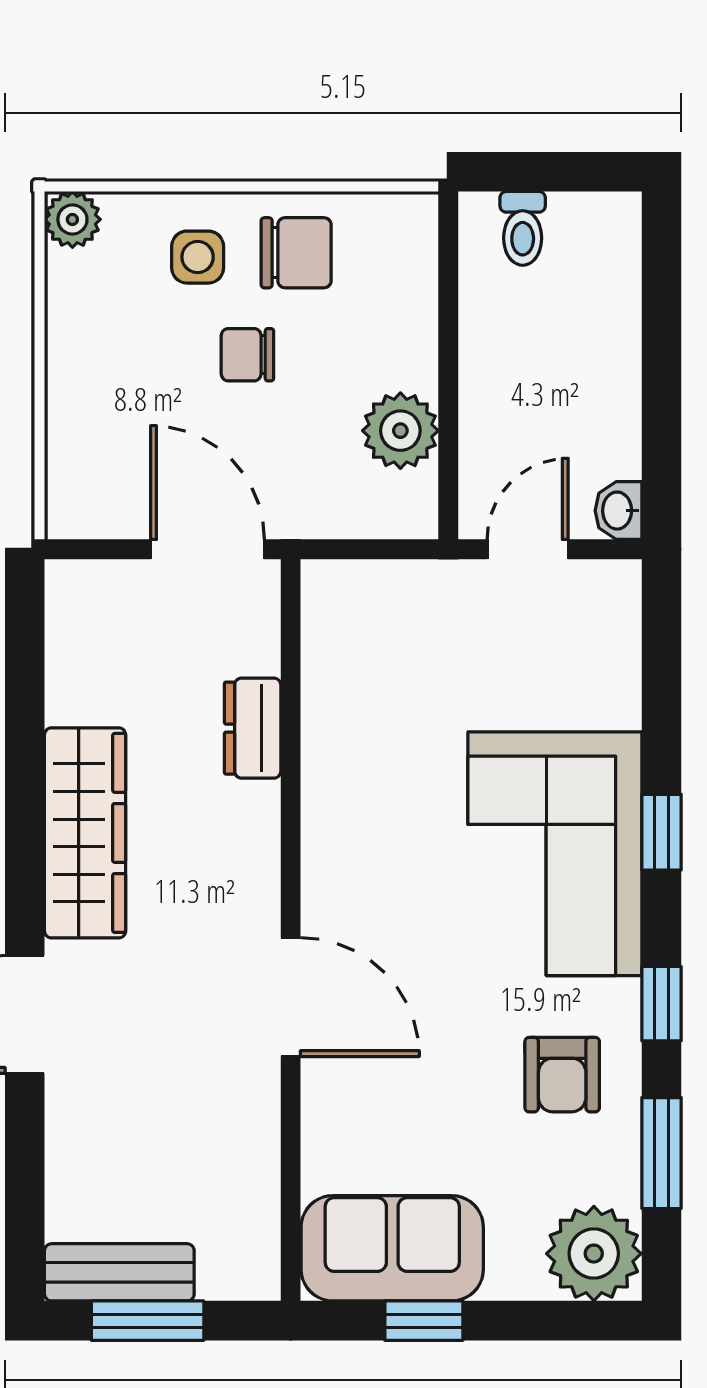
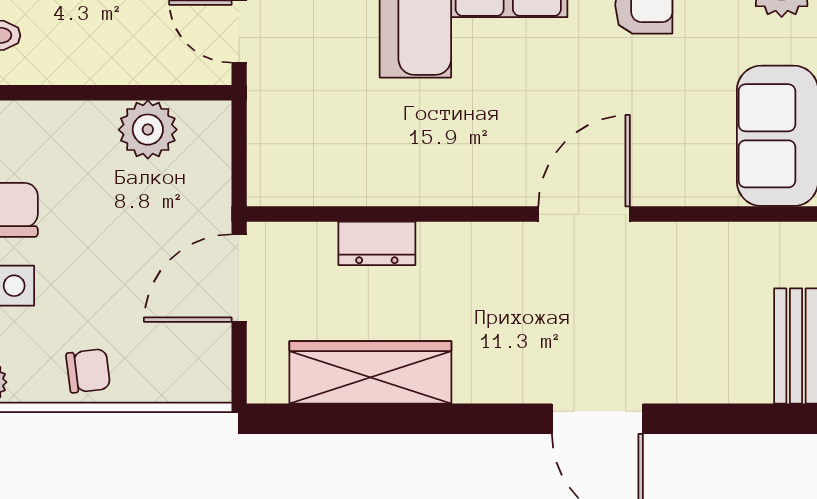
chair: (247, 355) -> (88, 371), moved, turned -97
wardrobe: (85, 833) -> (370, 372), moved

